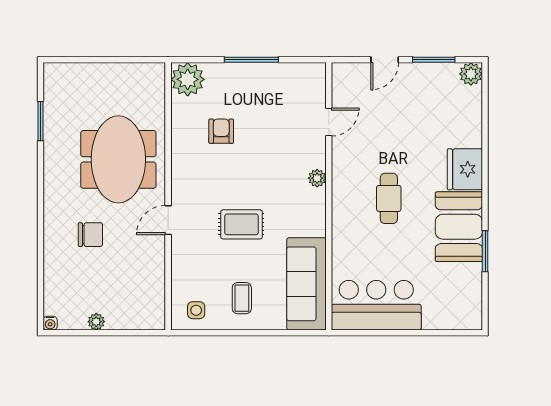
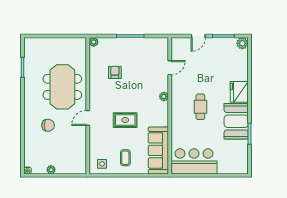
plant: (188, 79) -> (94, 42), width x0.53, depth x0.53

